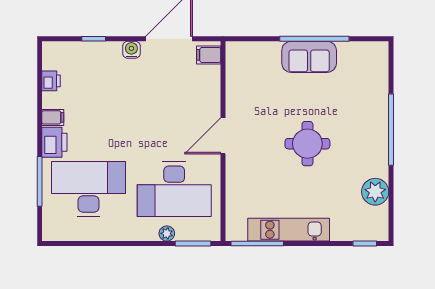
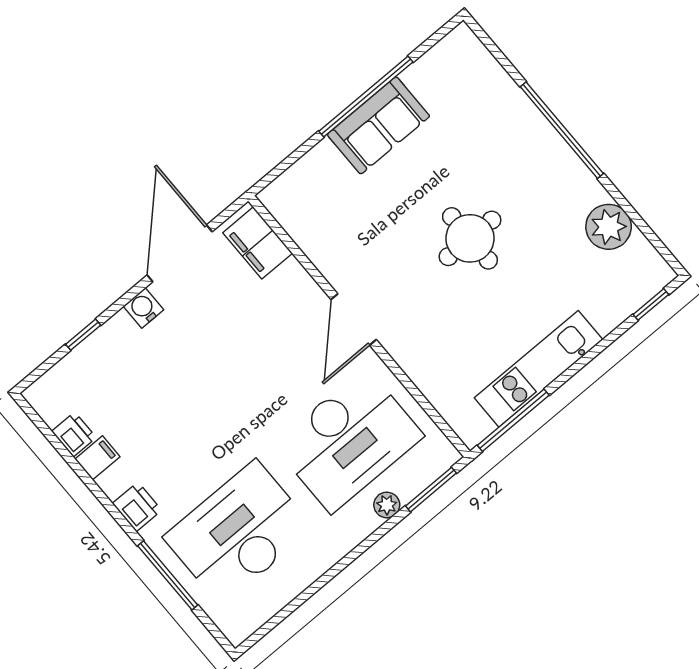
filing cabinet: (209, 55) -> (258, 243), width x2.00
filing cabinet: (53, 117) -> (97, 458), moved
printer: (54, 142) -> (137, 507), width x0.73, depth x0.81

